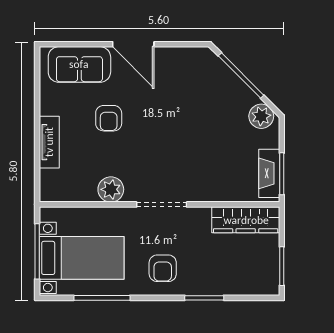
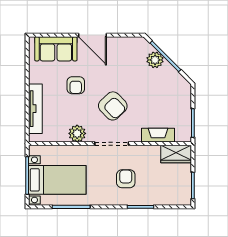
plant: (261, 116) -> (155, 60), moved
tv unit: (49, 142) -> (35, 109), width x1.41
armchair: (163, 149) -> (113, 106), added
fireplace: (269, 173) -> (158, 135), moved, turned 90
wardrobe: (246, 220) -> (176, 154), width x0.67
armchair: (163, 268) -> (126, 179), moved, turned 180

